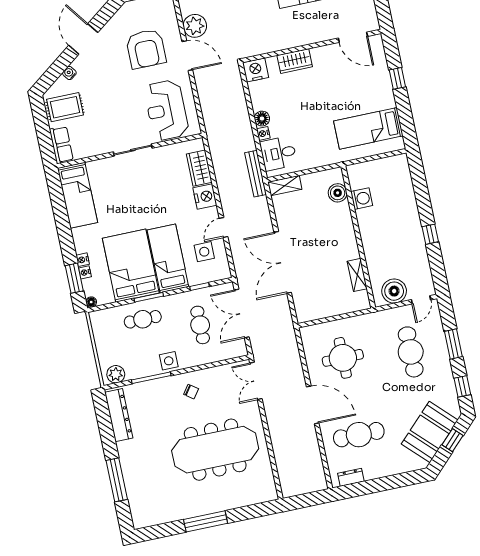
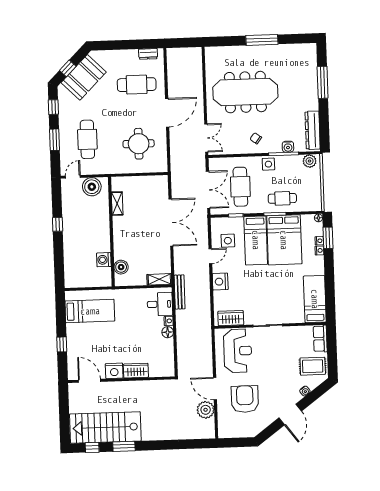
nightstand: (256, 70) -> (114, 371), moved
wardrobe: (199, 168) -> (231, 318), moved, turned -90
cafe table: (200, 325) -> (240, 187), width x1.37, depth x1.35
water cooler: (147, 388) -> (288, 147), added
door: (313, 405) -> (167, 113), swing flipped

